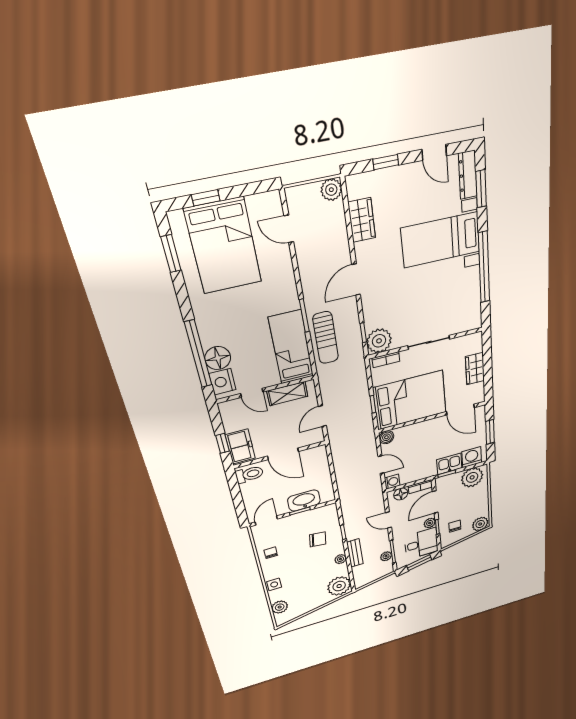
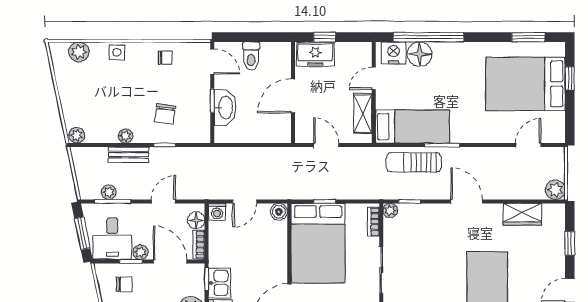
plant: (379, 341) -> (390, 210), width x0.53, depth x0.53
toilet: (249, 474) -> (251, 56), moved
plant: (339, 586) -> (77, 135), width x0.53, depth x0.53

